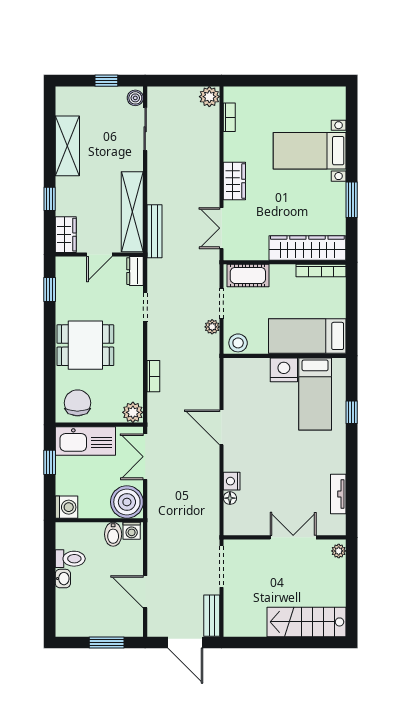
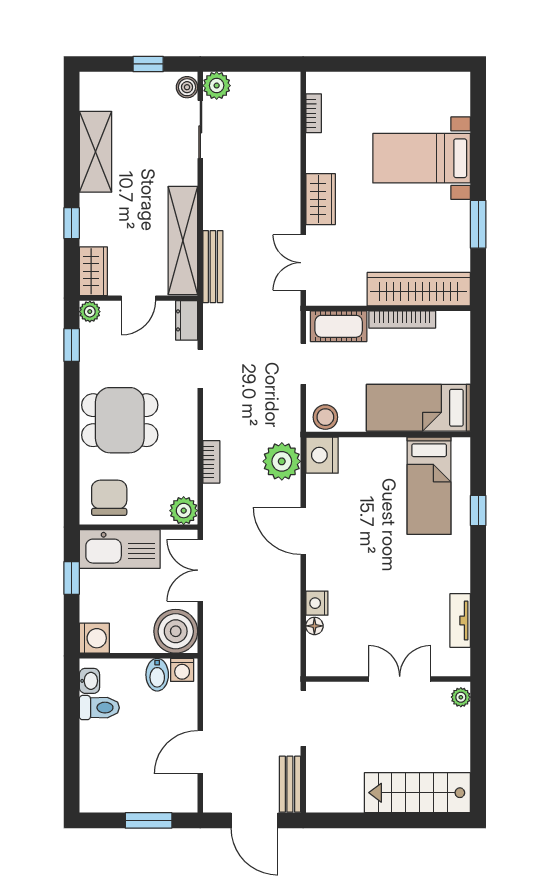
plant: (209, 97) -> (217, 86), moved
plant: (63, 265) -> (90, 312), added
bookcase: (321, 270) -> (402, 320), moved
plant: (212, 327) -> (282, 461), moved, width x1.88, depth x1.88
nightstand: (284, 370) -> (322, 455), moved, turned -90
washbasin: (63, 579) -> (89, 681), moved
door: (145, 592) -> (200, 752), hinge flipped

